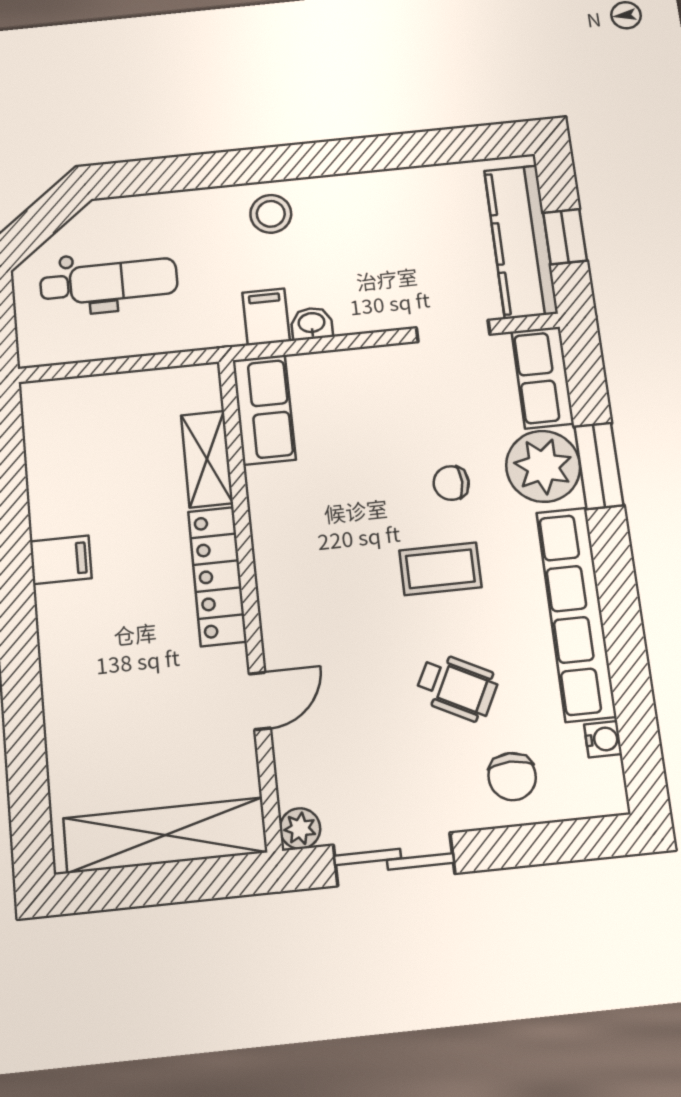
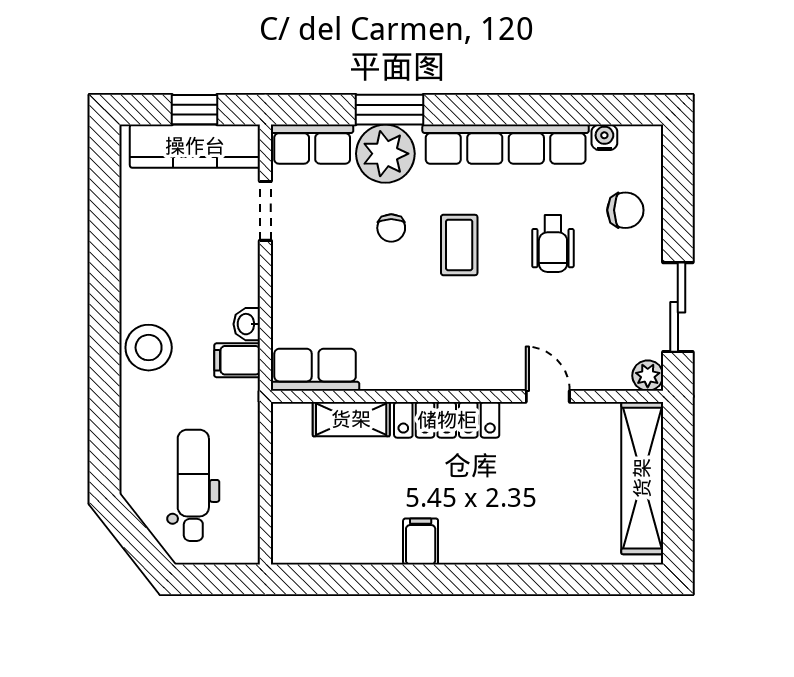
stool: (271, 214) -> (149, 348), width x1.38, depth x1.38
wheelchair: (457, 687) -> (553, 244), turned 153

